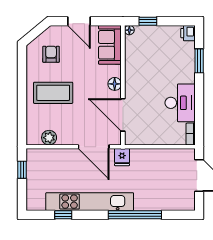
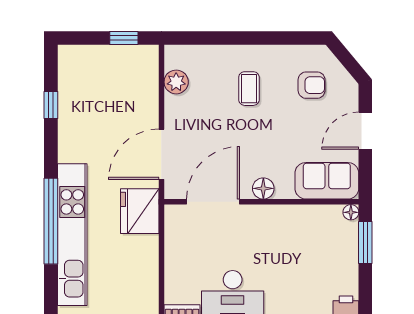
window: (148, 21) -> (365, 242), width x1.50
coffee table: (53, 93) -> (249, 89), width x0.54, depth x0.58
fridge: (122, 157) -> (140, 211), width x1.88, depth x1.34
kitchen unit: (90, 202) -> (72, 235), moved

